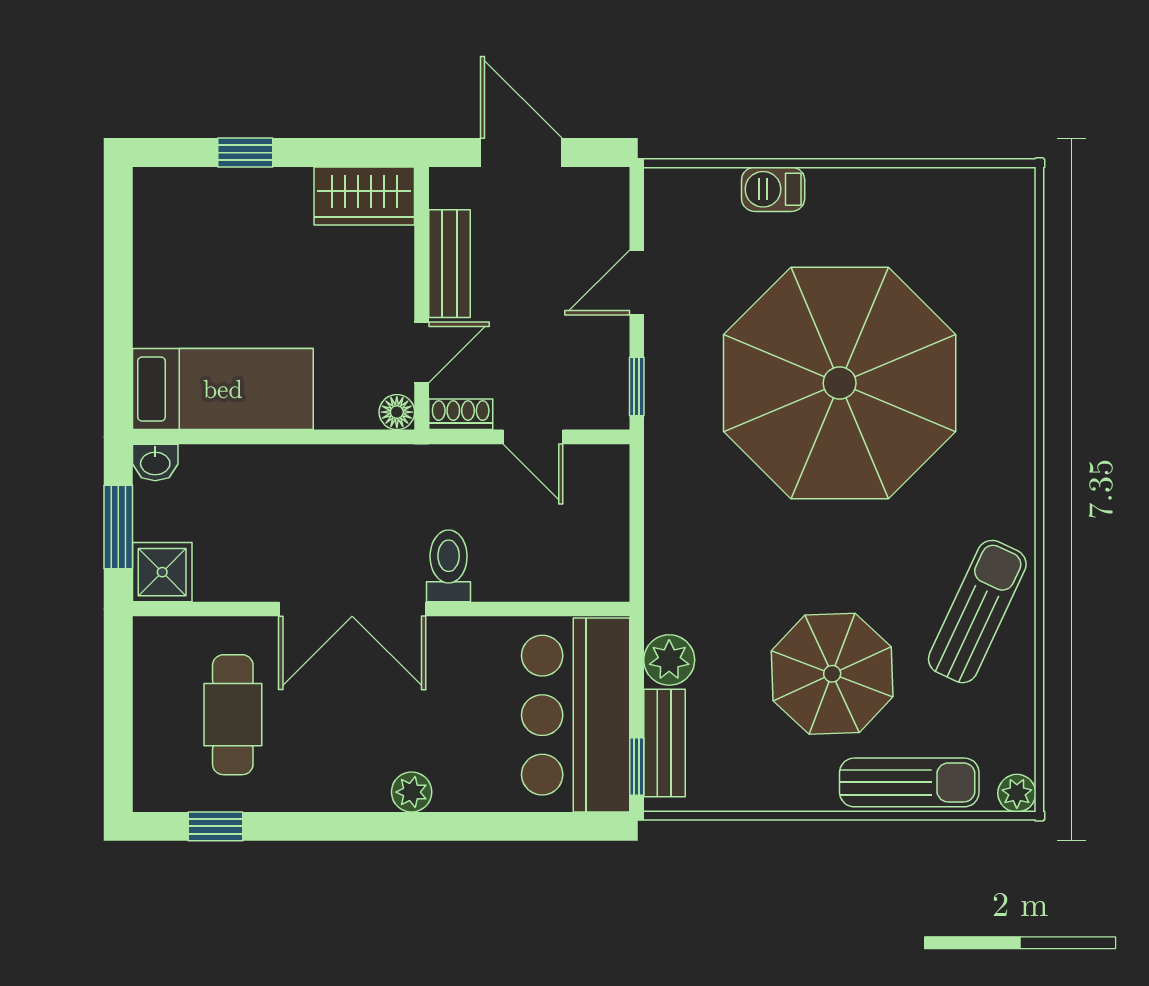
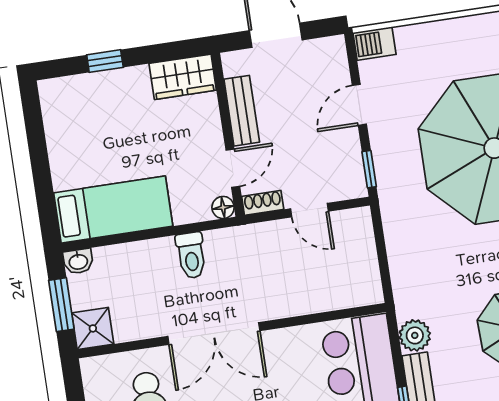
barbecue: (773, 189) -> (375, 44), moved
toilet: (449, 566) -> (191, 255), moved, turned 180

